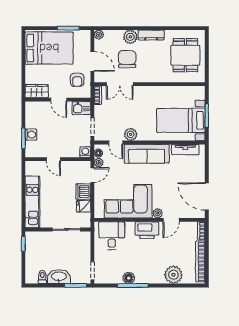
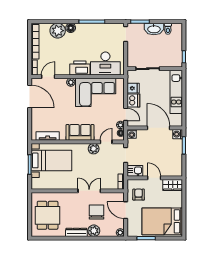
chair: (127, 59) -> (96, 212), turned 180
double door: (120, 84) -> (89, 191), moved
washing machine: (31, 135) -> (178, 134), moved
door: (116, 143) -> (106, 142), hinge flipped
sofa: (147, 154) -> (80, 132), width x0.73
door: (53, 159) -> (159, 128), width x1.87
door: (92, 175) -> (126, 114), swing flipped
door: (171, 220) -> (48, 77), moved
desk: (112, 236) -> (105, 64), width x1.37
floor lamp: (129, 278) -> (71, 28), moved

